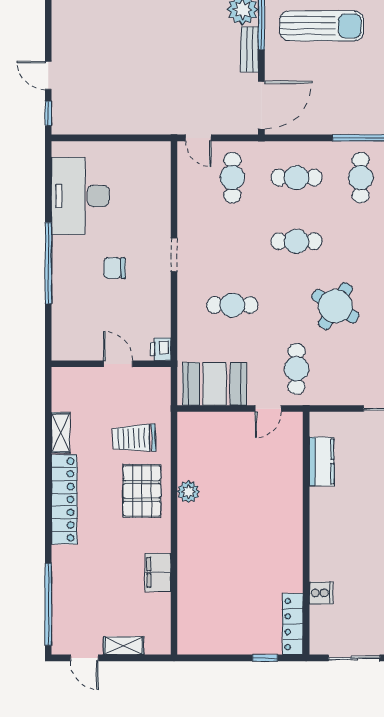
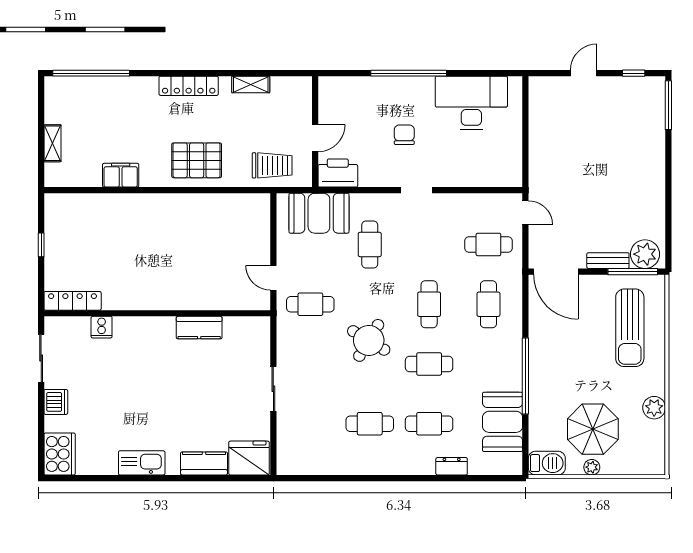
window: (48, 113) -> (634, 73), moved
door: (198, 138) -> (525, 213), swing flipped
cafe table: (361, 178) -> (429, 364), moved
printer: (161, 349) -> (338, 173), width x1.87, depth x1.48
booth: (215, 384) -> (319, 213), moved, turned 90
trolley: (134, 438) -> (272, 165), moved, turned 92
kitchen counter: (322, 462) -> (199, 328), moved
plant: (188, 492) -> (196, 204), removed
locker: (64, 499) -> (189, 86), width x0.71, depth x0.83
door: (84, 658) -> (41, 106), removed
window: (265, 658) -> (41, 245), moved

